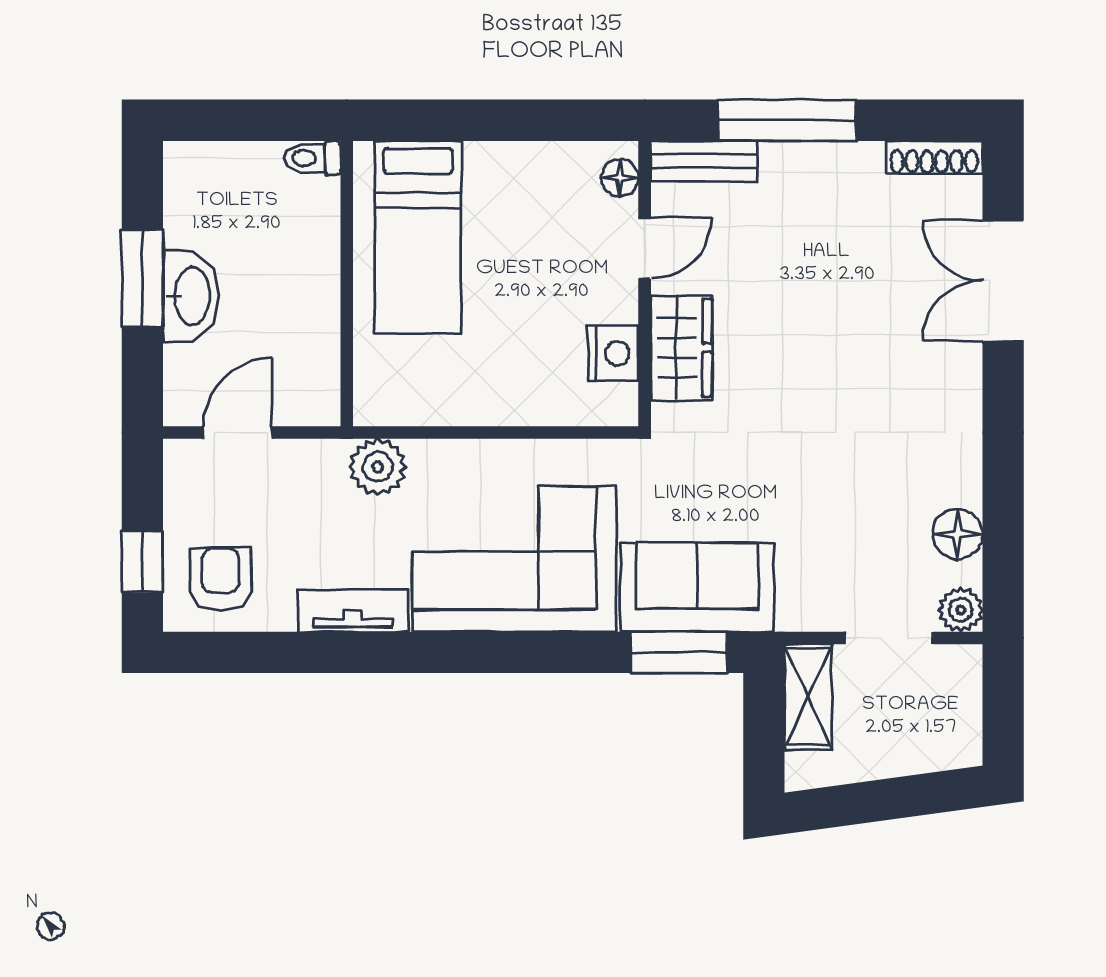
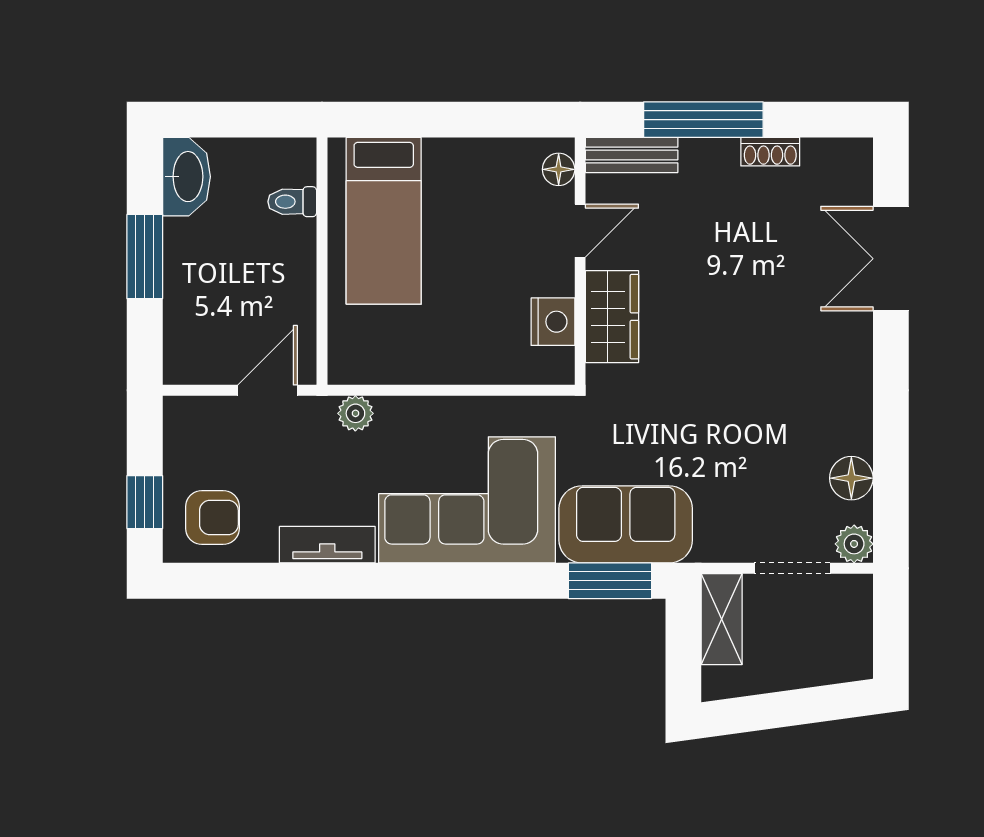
shoe rack: (934, 157) -> (770, 152), moved, width x0.70
toilet: (312, 158) -> (292, 202), moved
washbasin: (191, 296) -> (187, 177), moved
door: (238, 433) -> (268, 390), moved
plant: (378, 467) -> (355, 413), width x0.73, depth x0.73
armchair: (220, 579) -> (212, 518), turned 90

